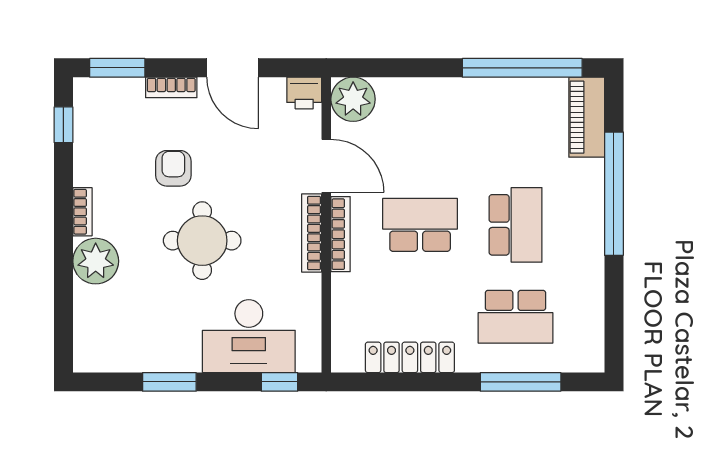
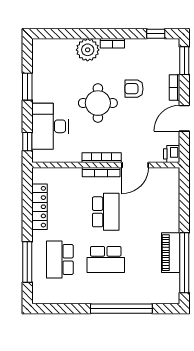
plant: (353, 99) -> (168, 178), removed
piano: (587, 117) -> (171, 253), moved, turned -90
armchair: (173, 168) -> (134, 89), turned 180

